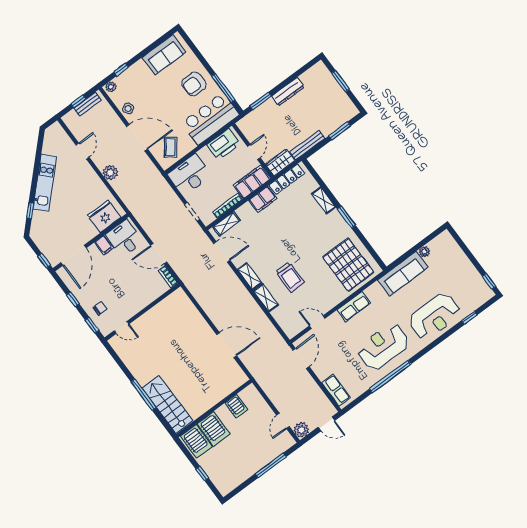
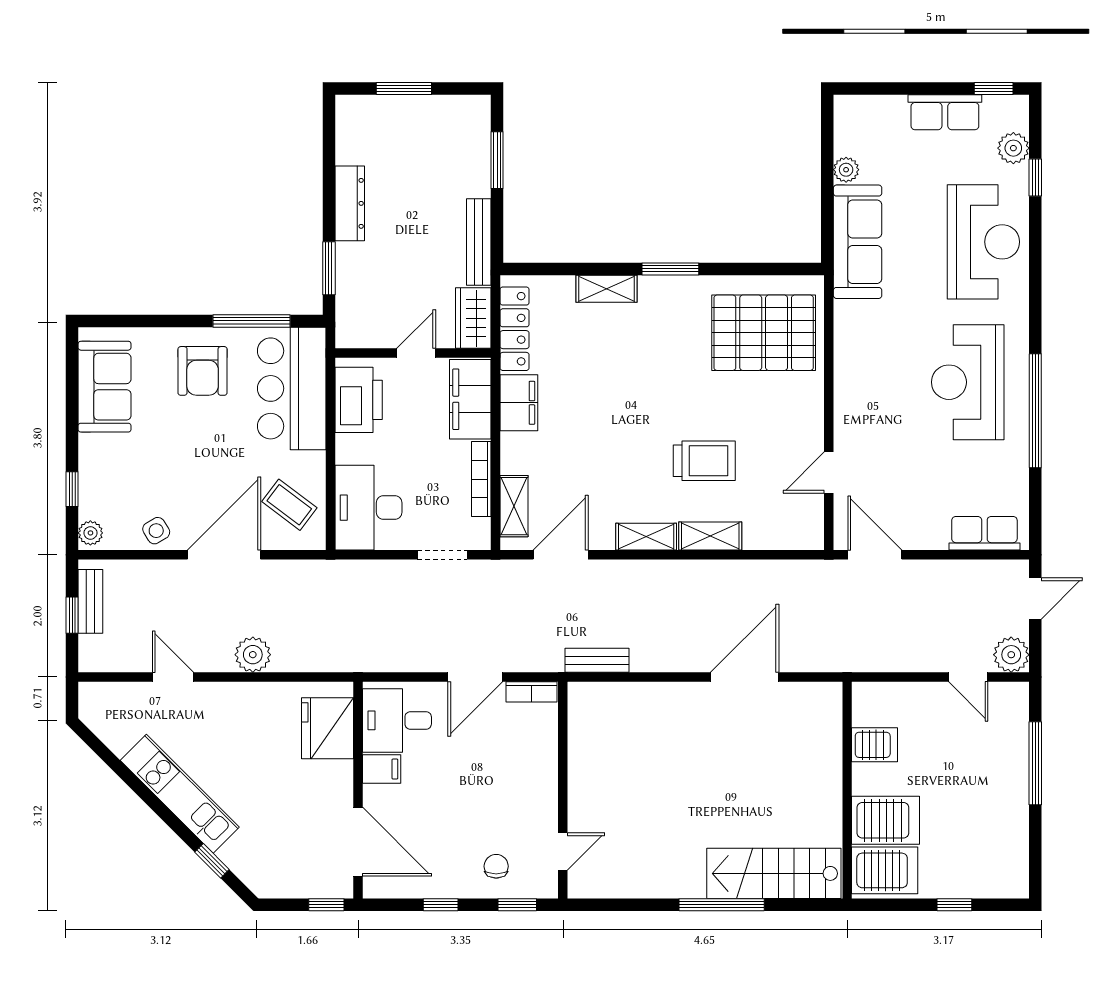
door: (254, 152) -> (416, 353), hinge flipped
bench: (195, 291) -> (597, 660), added
plant: (474, 303) -> (1013, 148), added
row of seats: (354, 307) -> (945, 112), moved, turned 90

